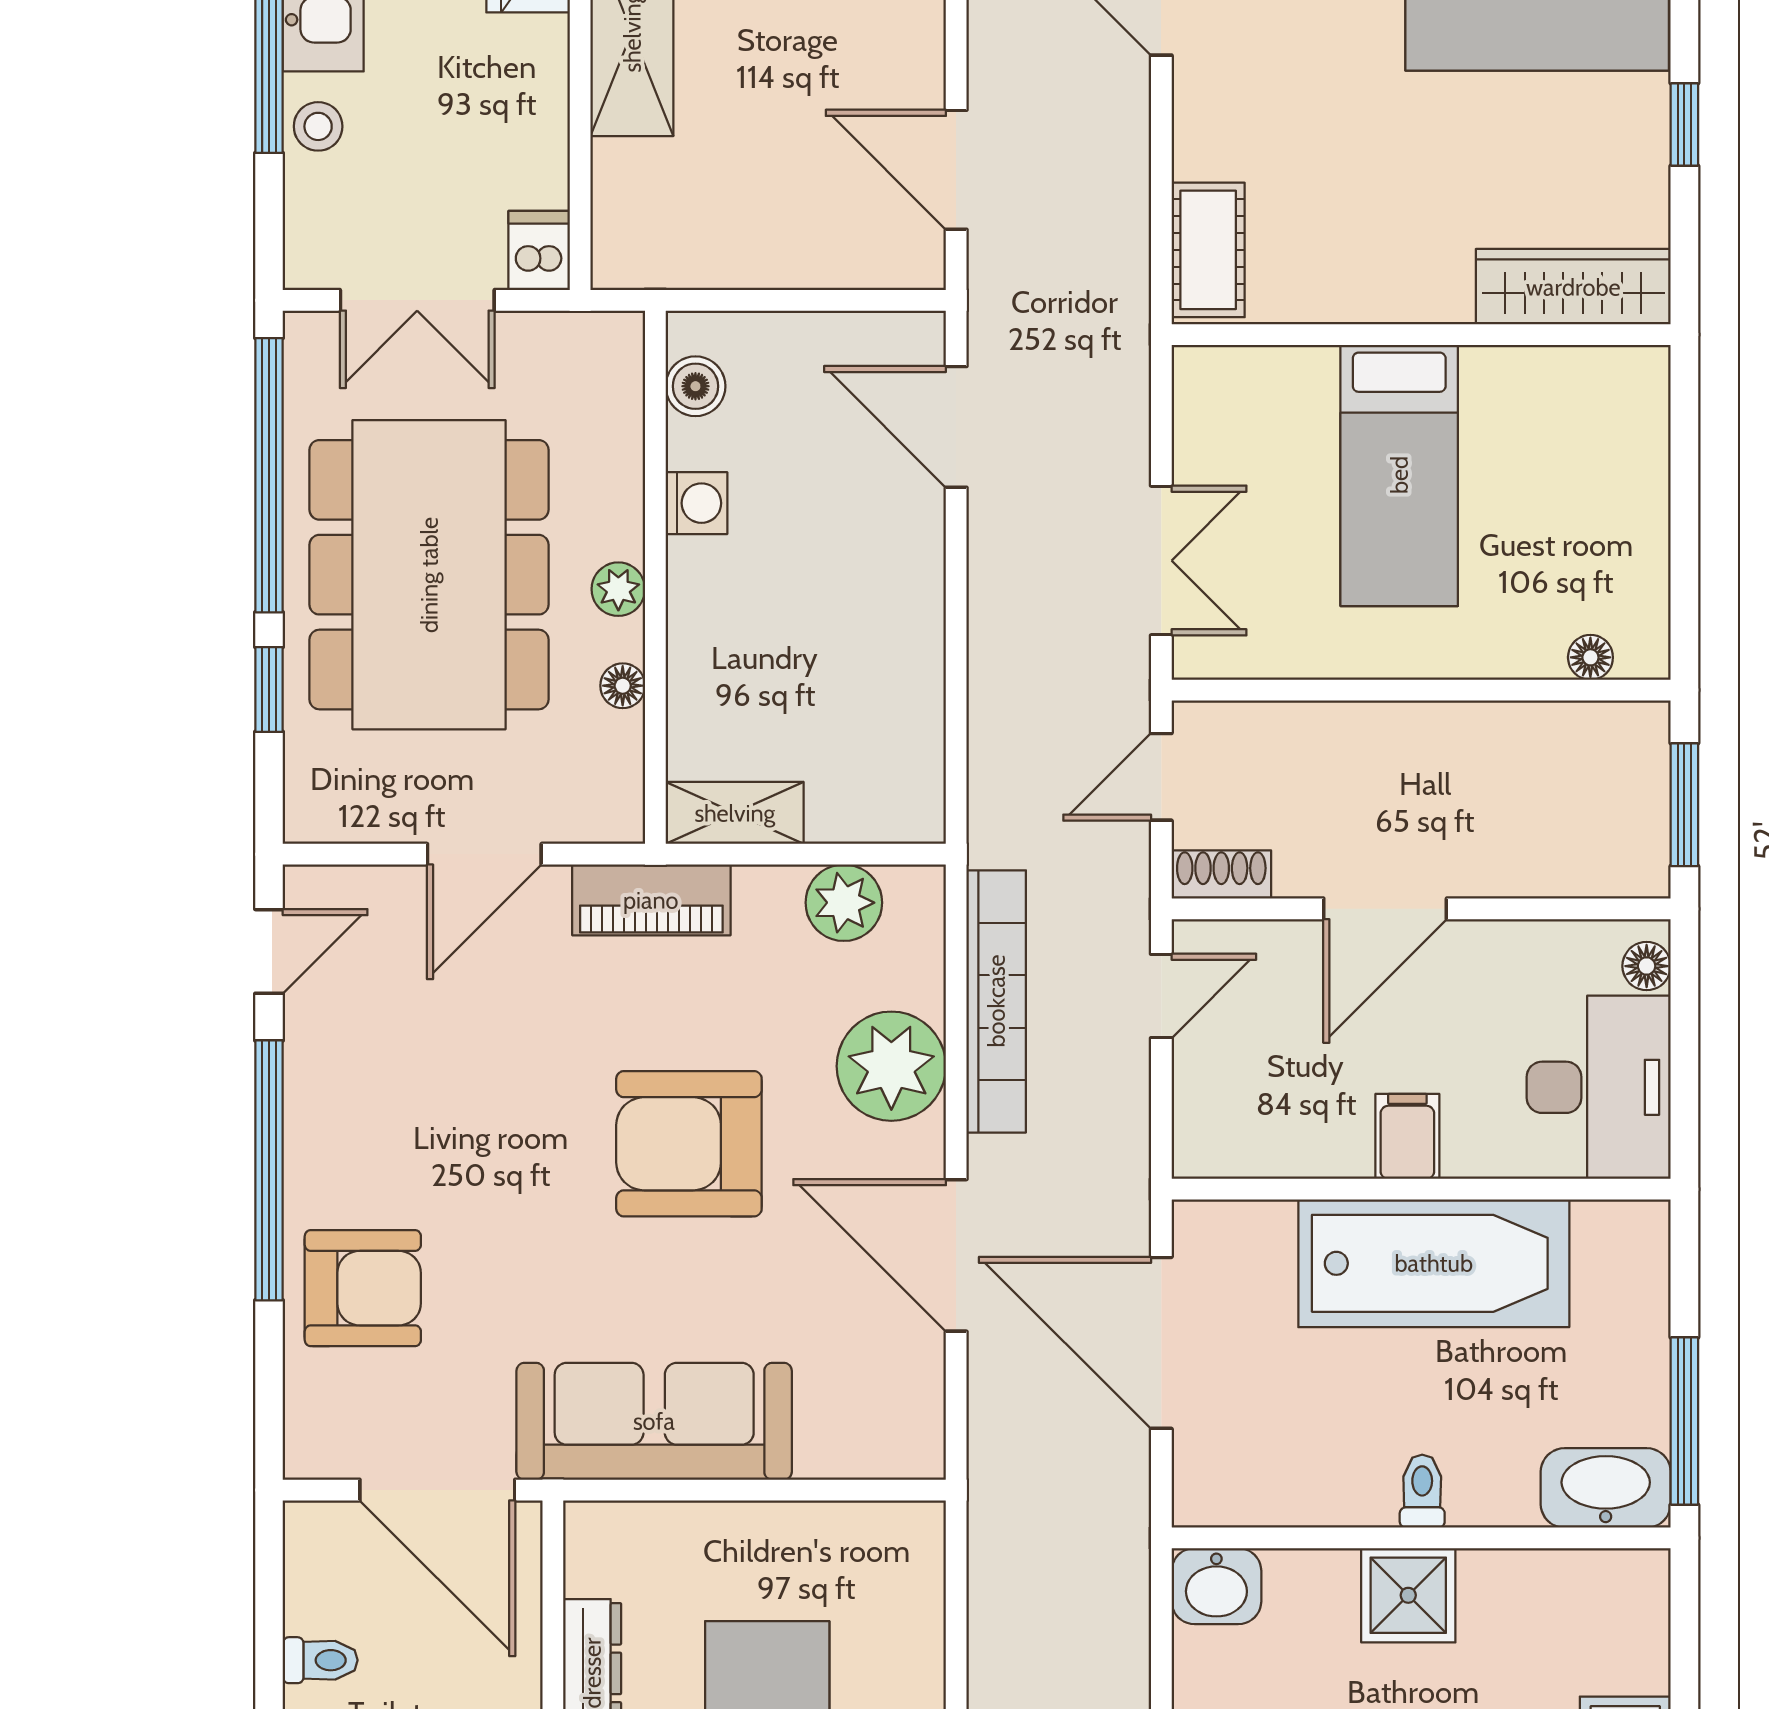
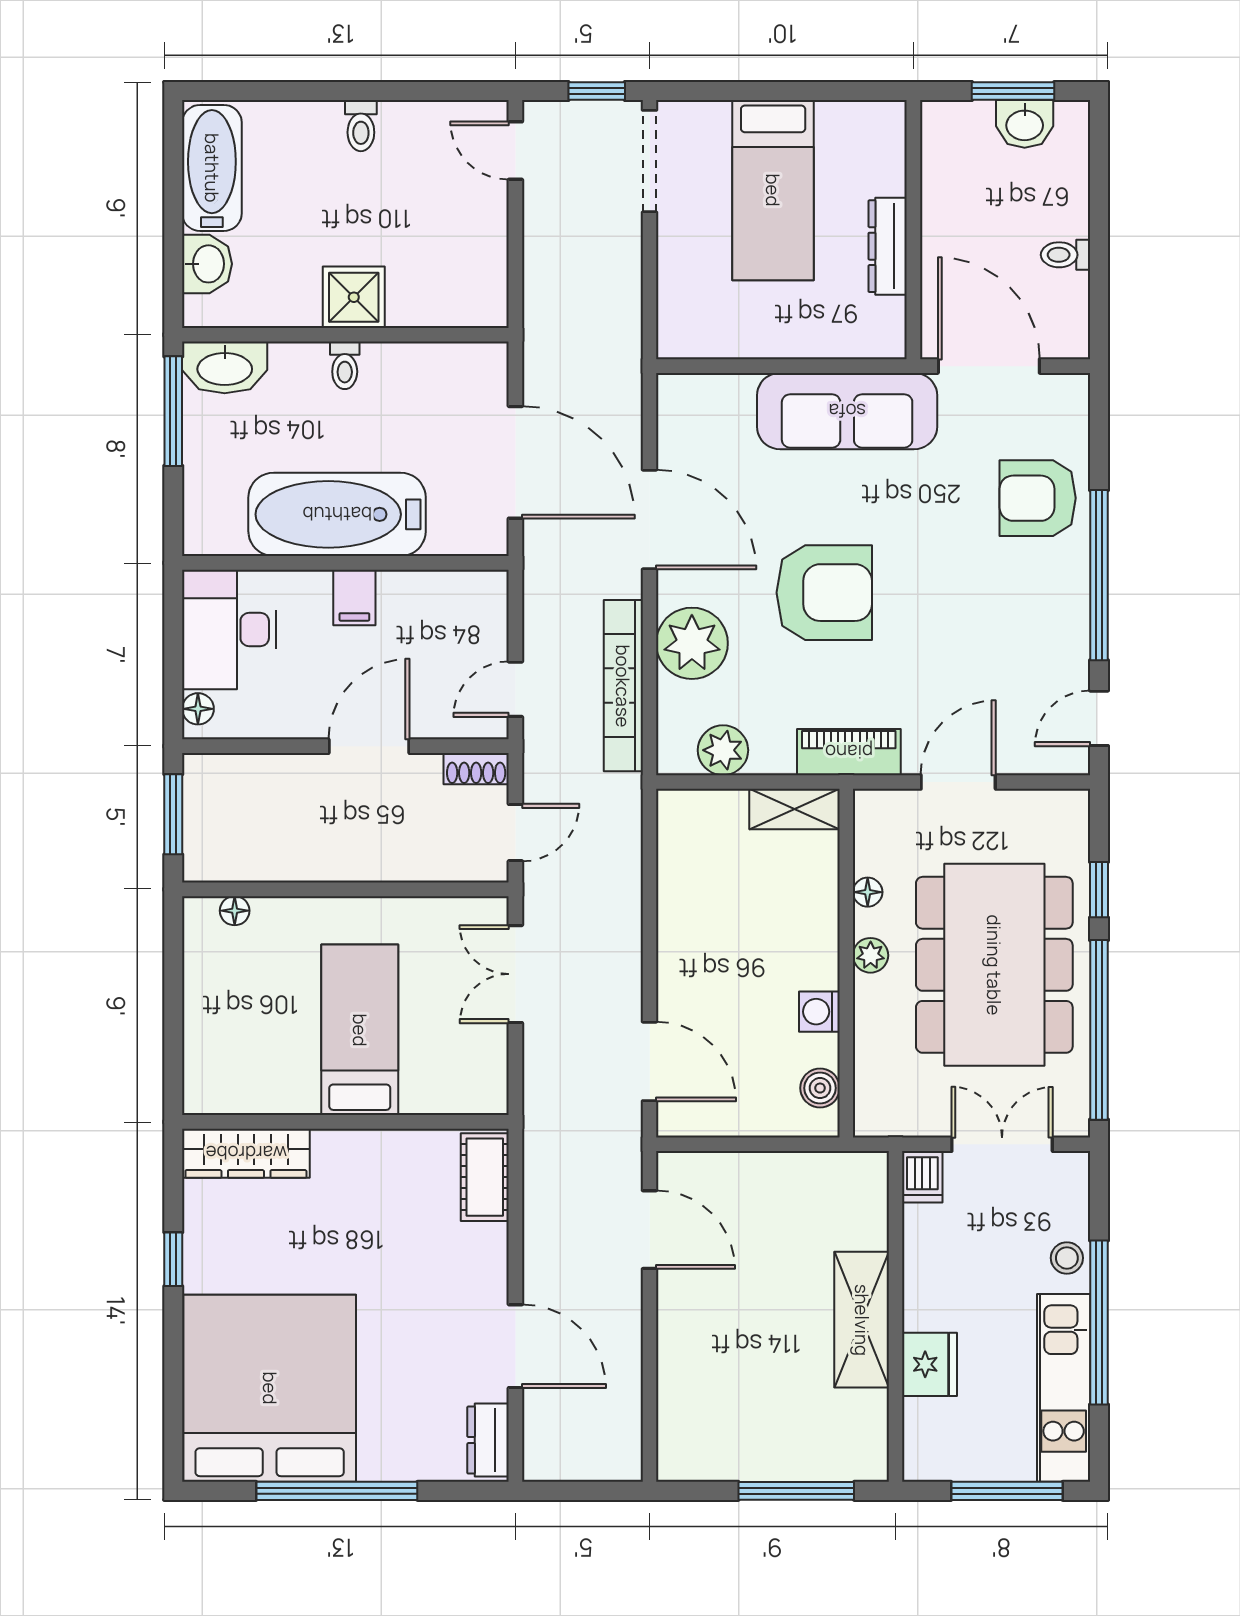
washbasin: (1216, 1586) -> (207, 264), moved, turned 90

